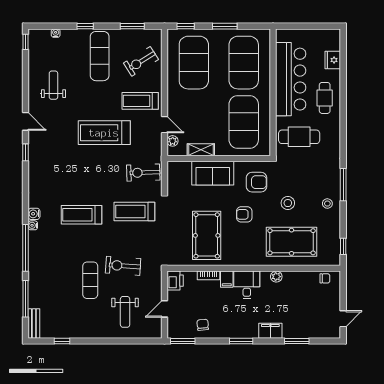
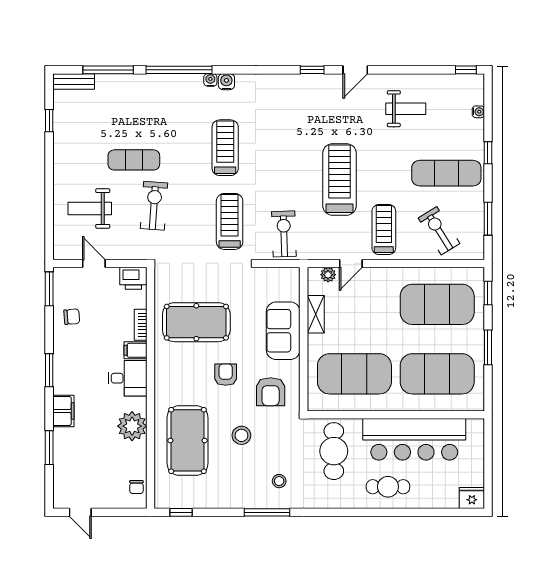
fridge: (333, 60) -> (472, 498), moved
stool: (327, 204) -> (279, 481), moved
plant: (276, 277) -> (132, 426), width x1.88, depth x1.88

